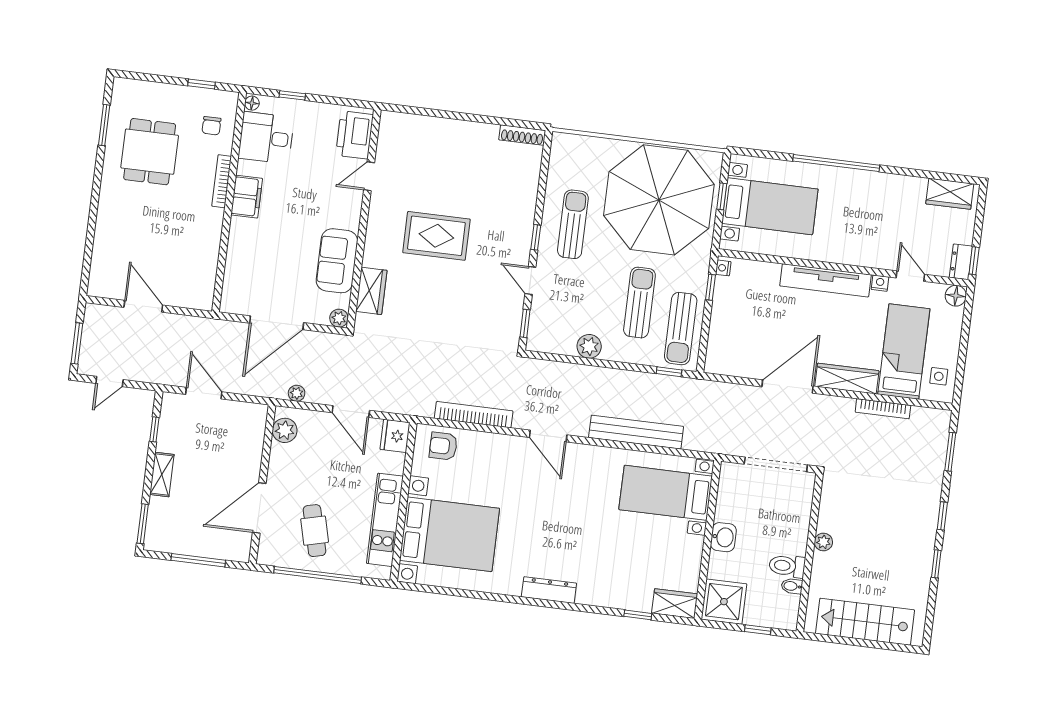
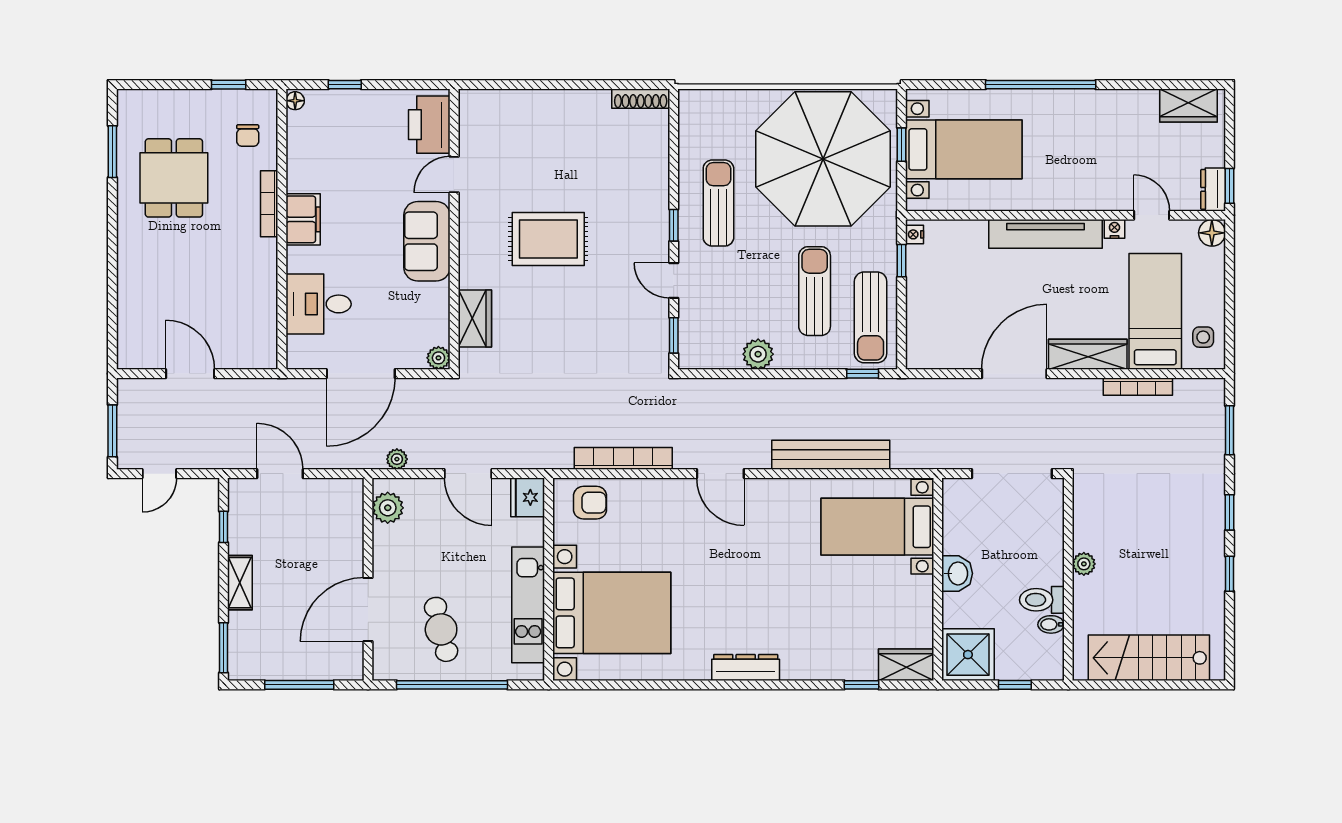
desk: (266, 138) -> (319, 304), moved
sofa: (337, 261) -> (427, 241), moved
armchair: (443, 446) -> (590, 503), turned 180

